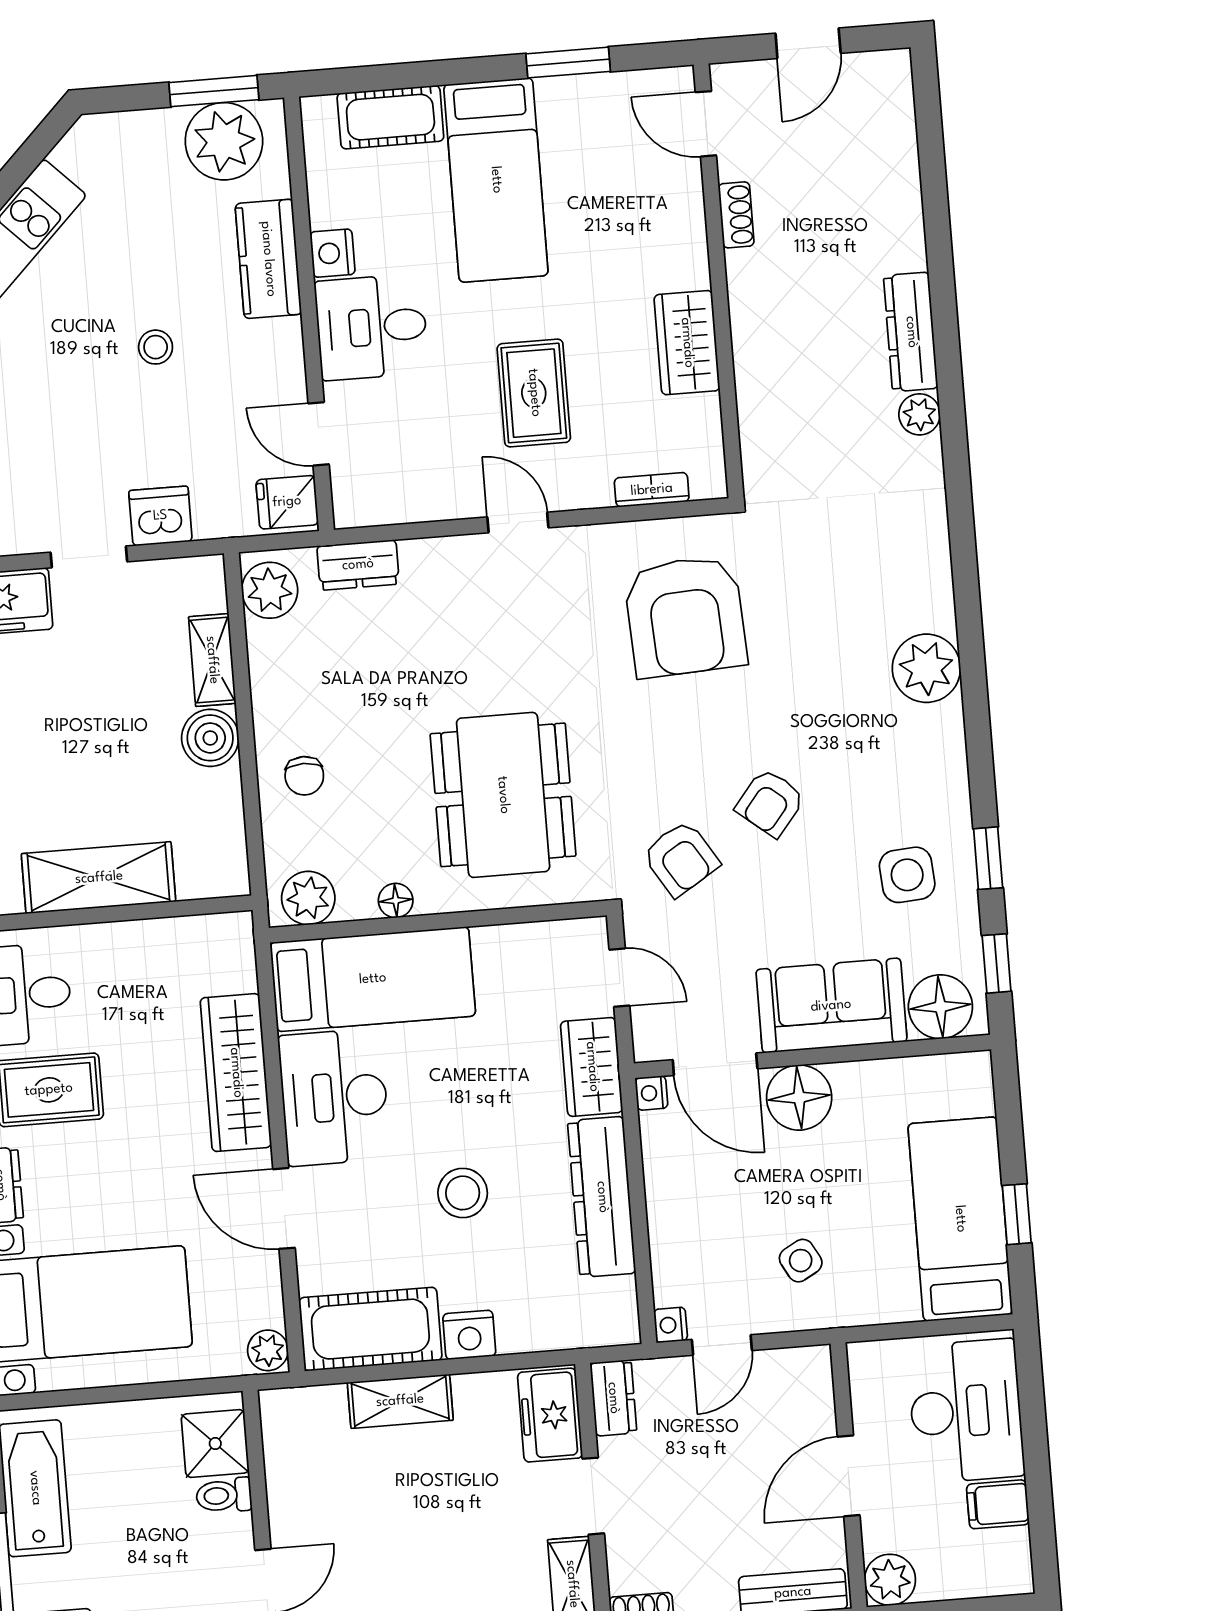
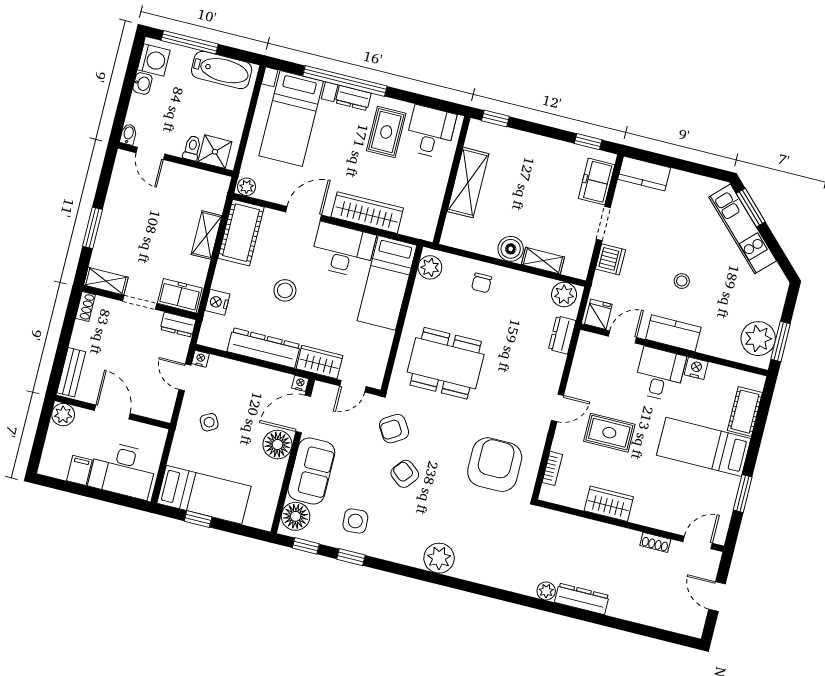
kitchen counter: (268, 259) -> (673, 333), moved
armchair: (685, 616) -> (495, 465), turned 93
chair: (304, 776) -> (482, 283), turned -90
floor lamp: (396, 901) -> (417, 304), removed
nightstand: (469, 1335) -> (217, 302), moved

